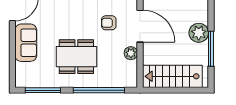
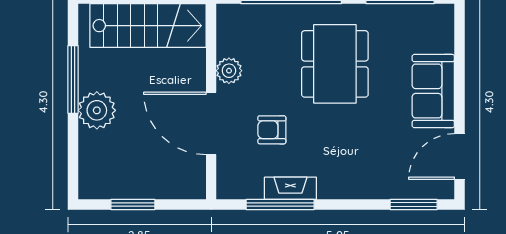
armchair: (109, 23) -> (272, 130), turned 180
dining table: (76, 57) -> (335, 64), turned 90

